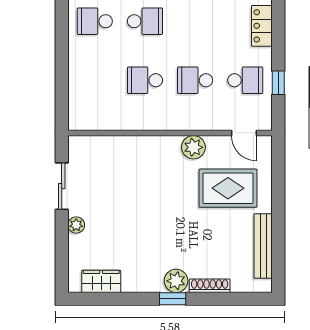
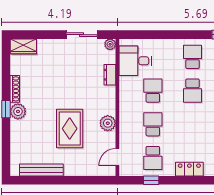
desk: (101, 107) -> (135, 61), added
dresser: (121, 144) -> (110, 75), added
rug: (228, 188) -> (70, 129), moved
plant: (76, 225) -> (110, 44), moved
wardrobe: (101, 281) -> (23, 46), moved, turned 90
shoe rack: (210, 286) -> (15, 89), moved

